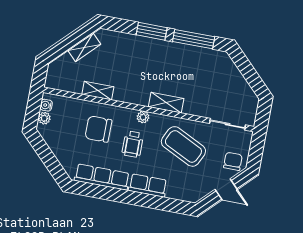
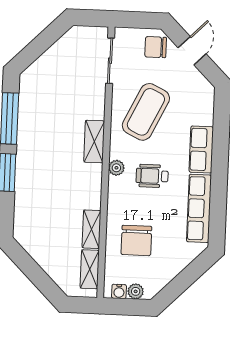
shelving: (84, 47) -> (90, 269), moved, turned 45
chair: (98, 129) -> (136, 240), moved
wheelchair: (133, 144) -> (152, 176), turned 180

